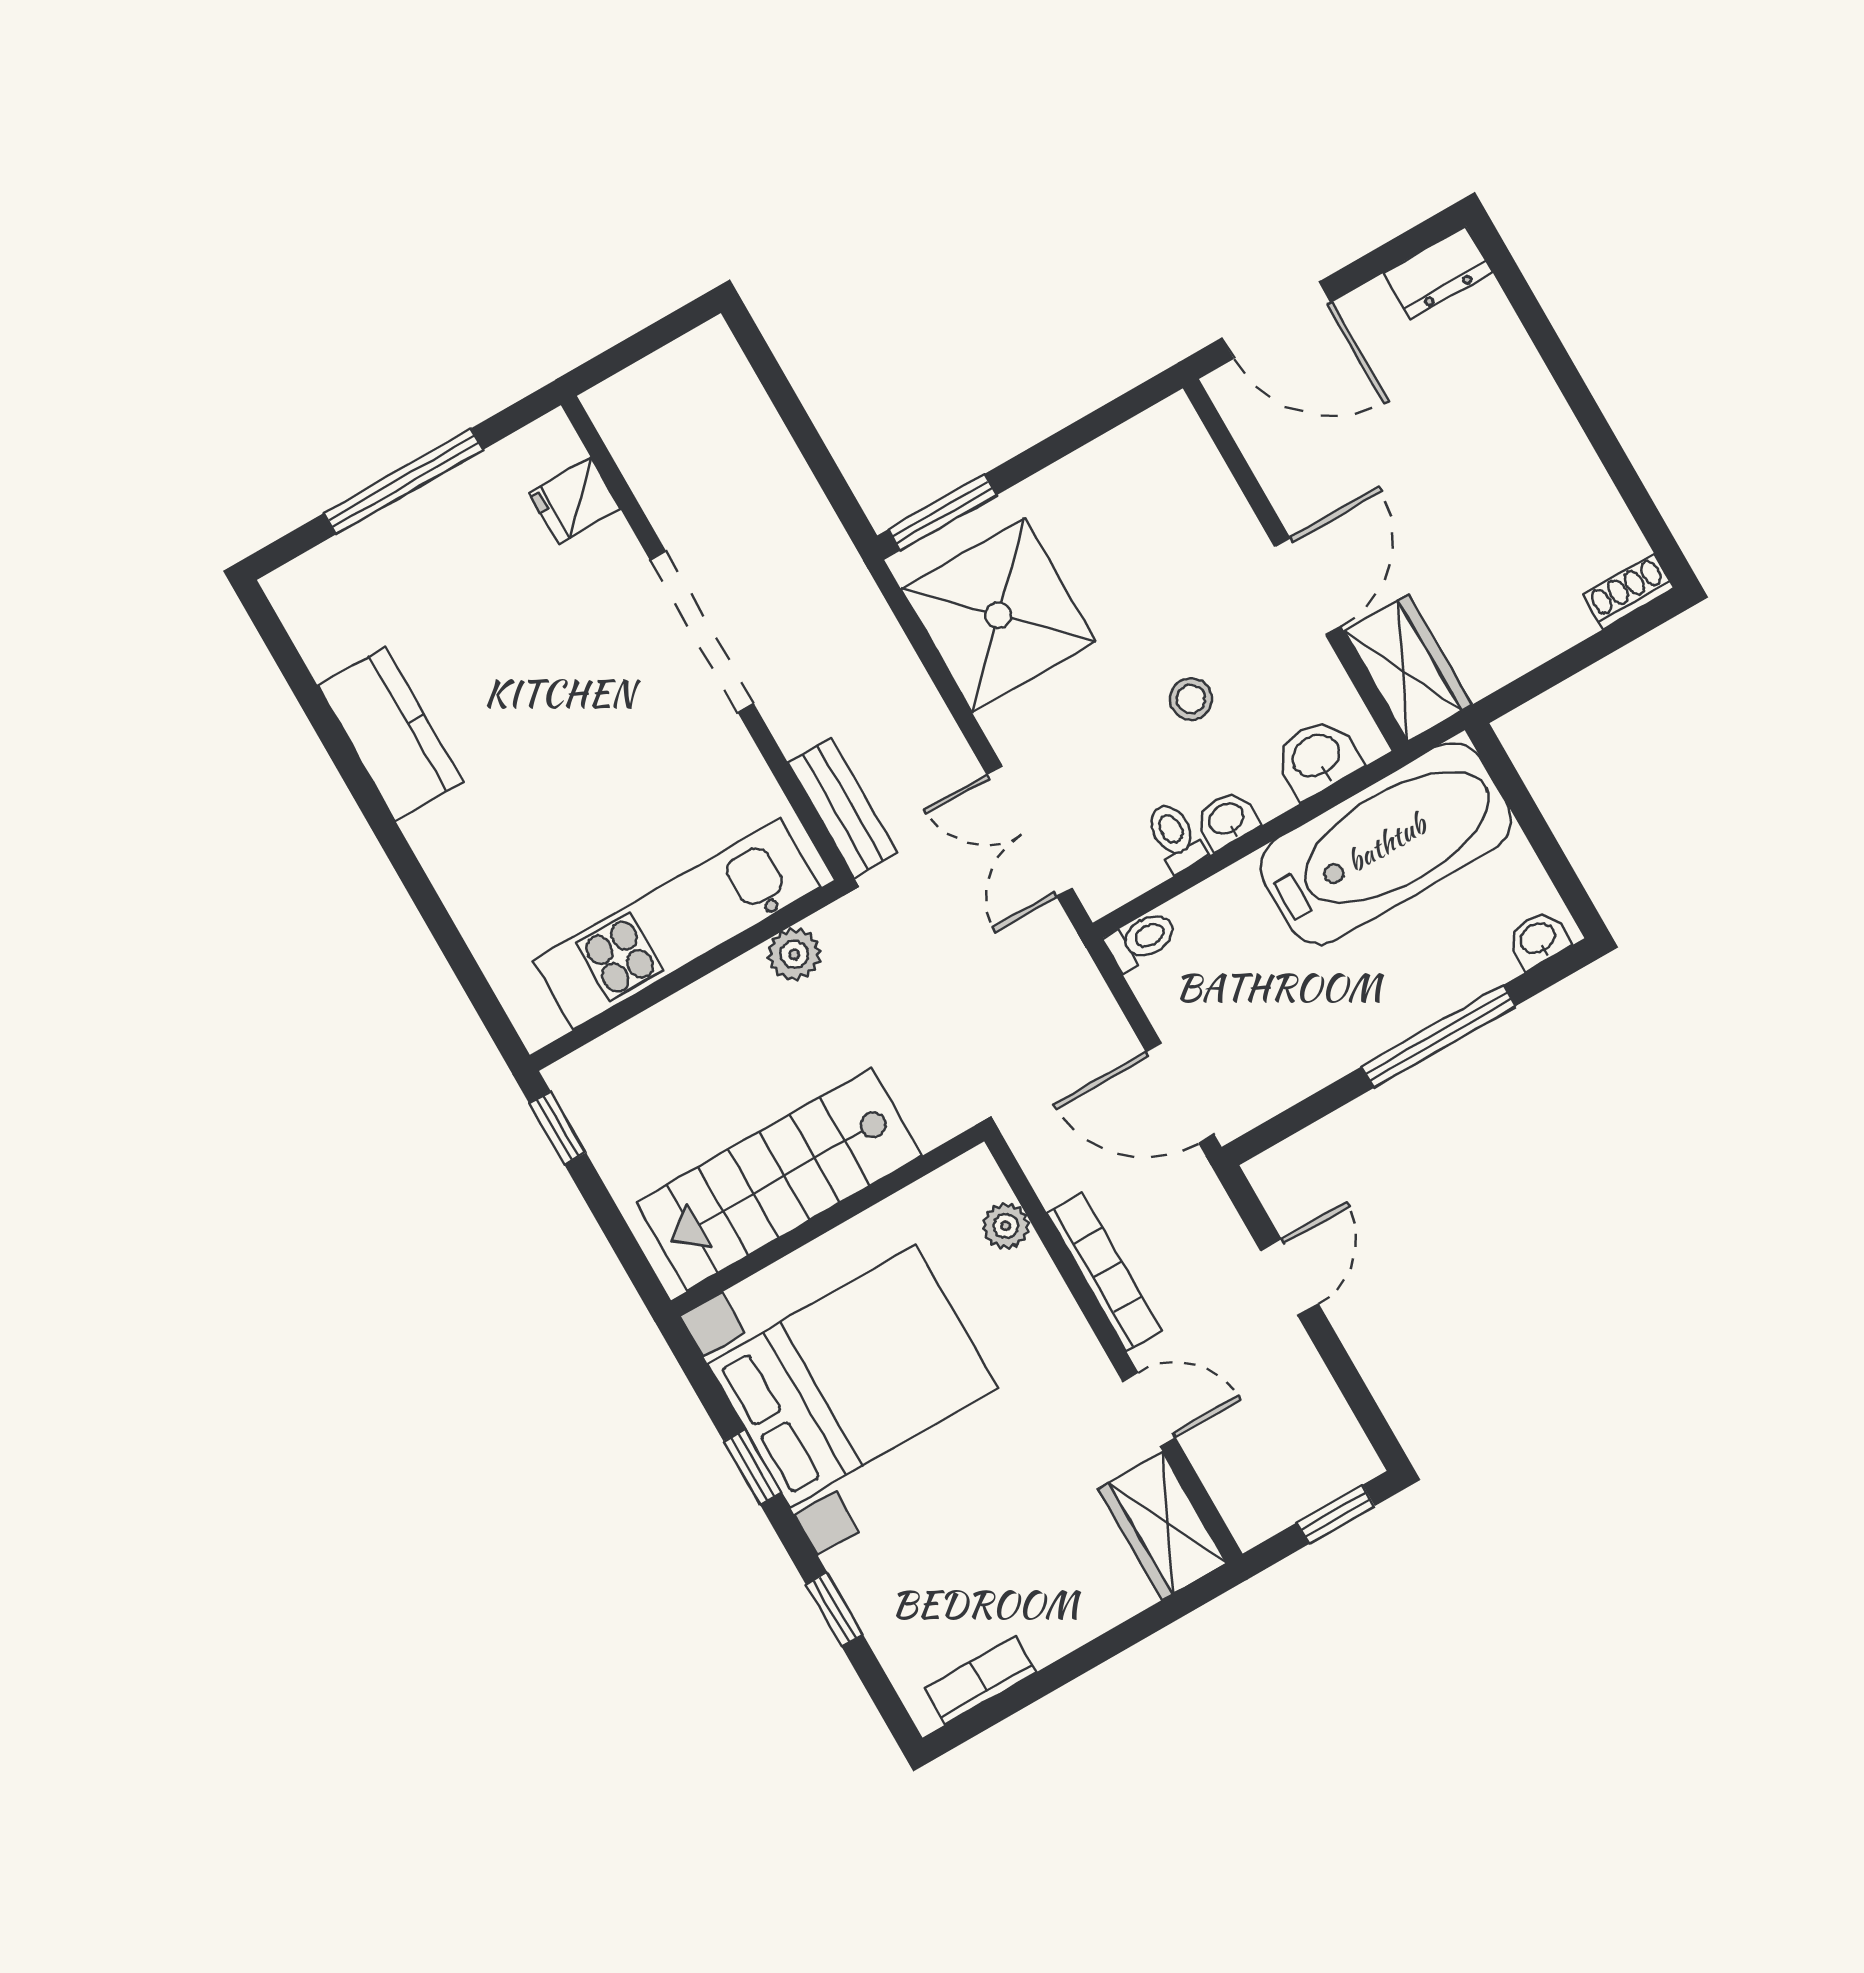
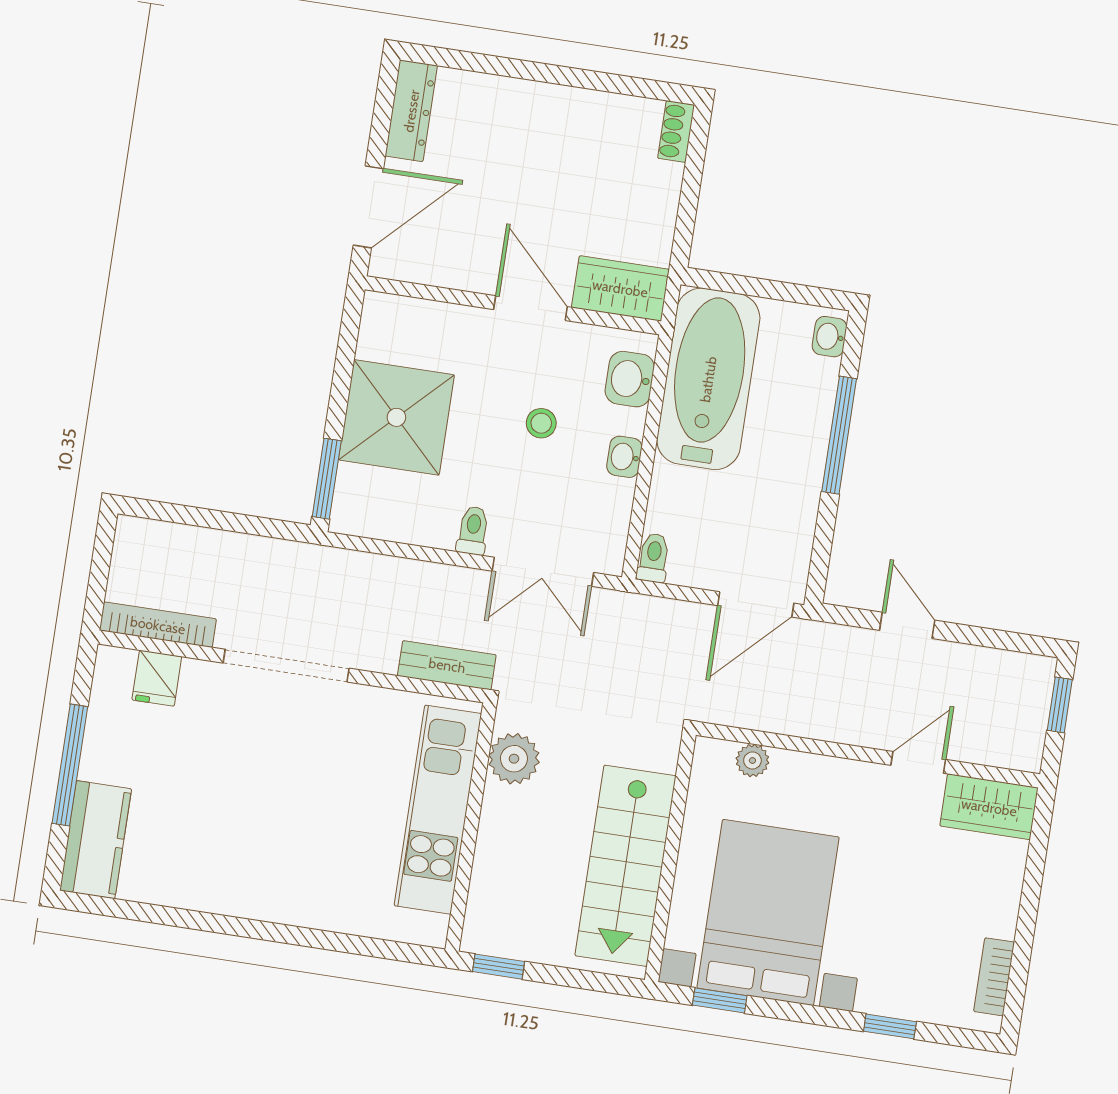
dresser: (1438, 273) -> (411, 111), width x1.44
shower: (998, 615) -> (396, 417), moved
kitchen counter: (390, 734) -> (96, 840), moved, turned 90
toilet: (1175, 837) -> (473, 530), moved, turned 90
plant: (794, 954) -> (514, 759), width x1.38, depth x1.38
bookcase: (1104, 1272) -> (158, 625), moved
window: (753, 1467) -> (720, 1000), moved

